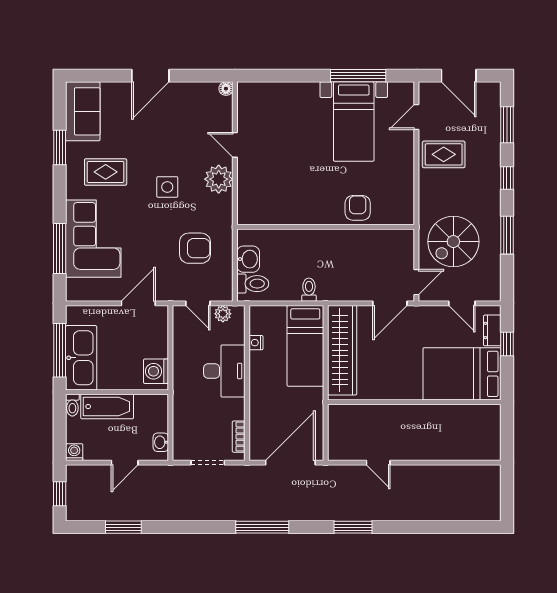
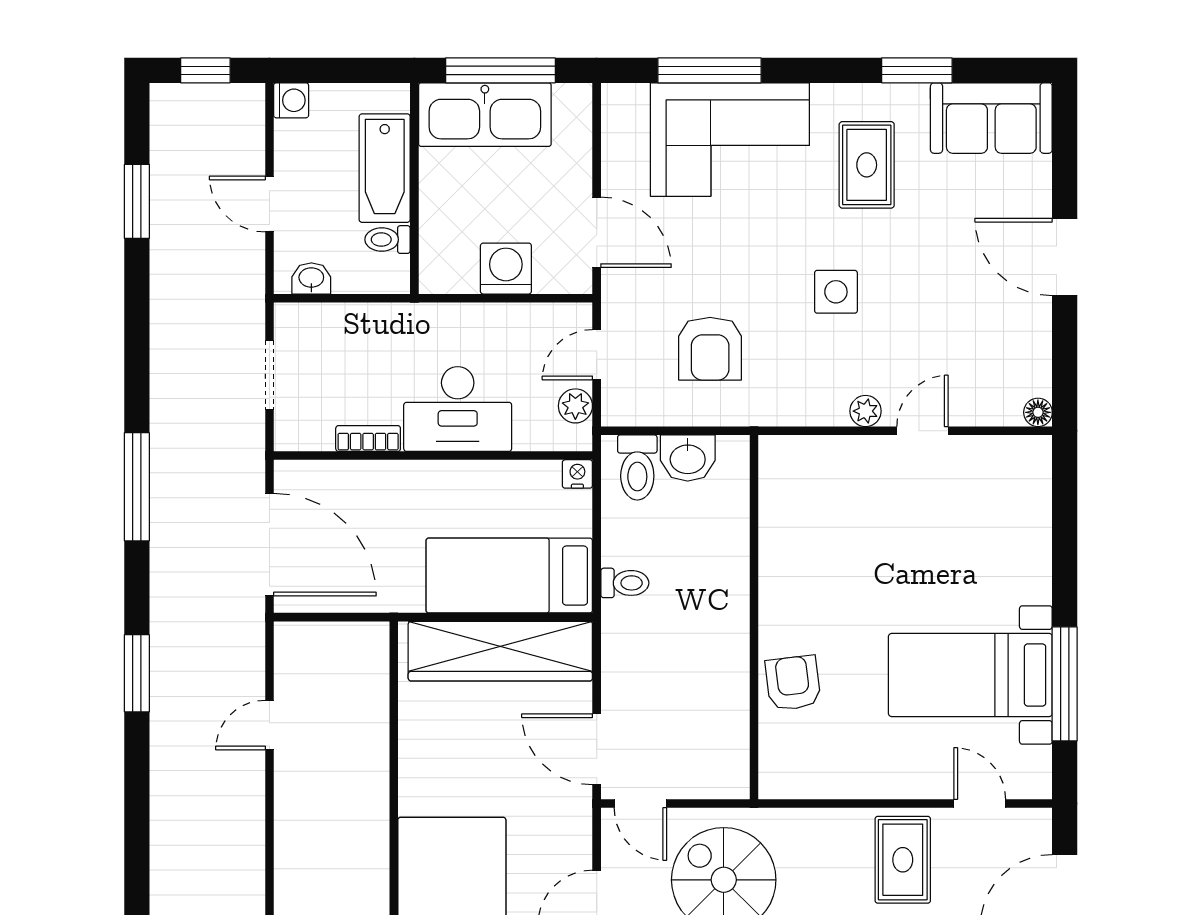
plant: (219, 179) -> (866, 411), width x0.53, depth x0.53
armchair: (358, 208) -> (793, 683), turned -97
nightstand: (256, 343) -> (577, 474), moved
washing machine: (156, 371) -> (506, 269), moved
toilet: (72, 405) -> (388, 240), moved
bookcase: (239, 437) -> (368, 439), moved

